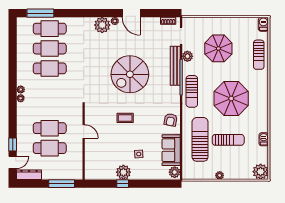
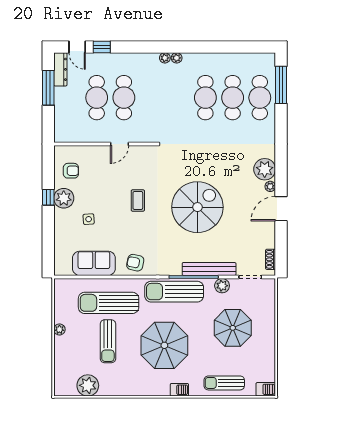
spiral stairs: (130, 74) -> (197, 207), turned 90
sun lounger: (192, 91) -> (174, 292), width x1.36, depth x1.34
sun lounger: (200, 139) -> (109, 303), turned 180
barbecue: (264, 139) -> (179, 390), moved
armchair: (103, 167) -> (71, 171), added
plant: (175, 172) -> (64, 268), removed
plant: (261, 172) -> (88, 385), moved
window: (62, 184) -> (48, 88), moved

